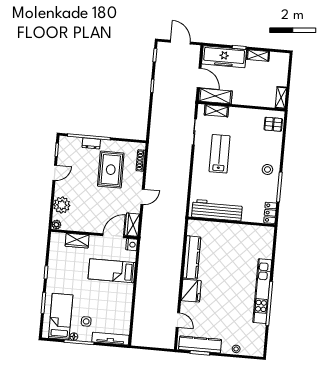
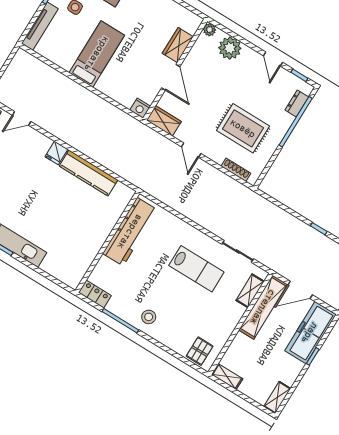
shelving: (258, 55) -> (277, 397), moved
shelving: (215, 96) -> (263, 307), width x1.47
dresser: (91, 143) -> (297, 103), moved
door: (113, 236) -> (171, 77), moved
bed: (112, 271) -> (97, 54), moved
fridge: (191, 291) -> (56, 153), width x0.53, depth x0.75

